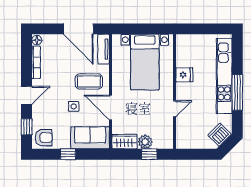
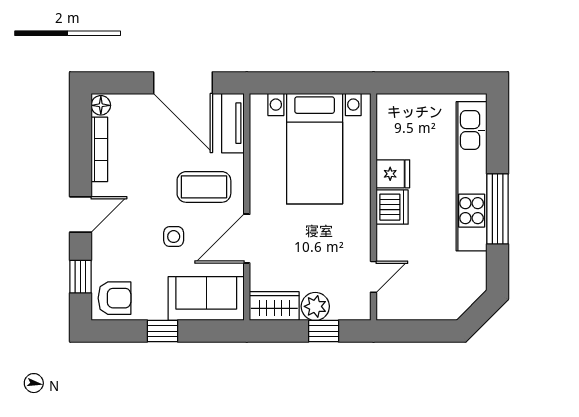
door: (111, 107) -> (247, 239), hinge flipped
door: (175, 109) -> (373, 277), moved
dishwasher: (220, 135) -> (392, 207), moved, turned 135

